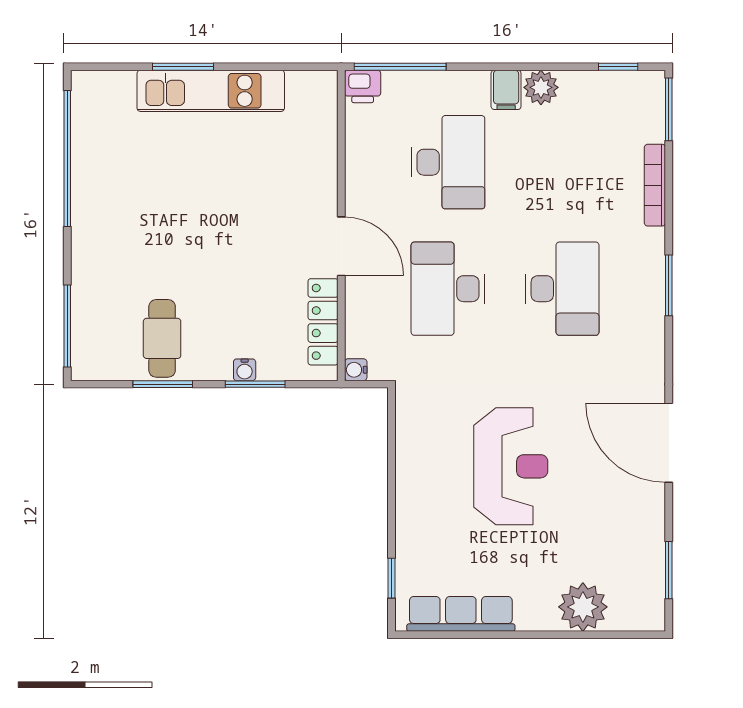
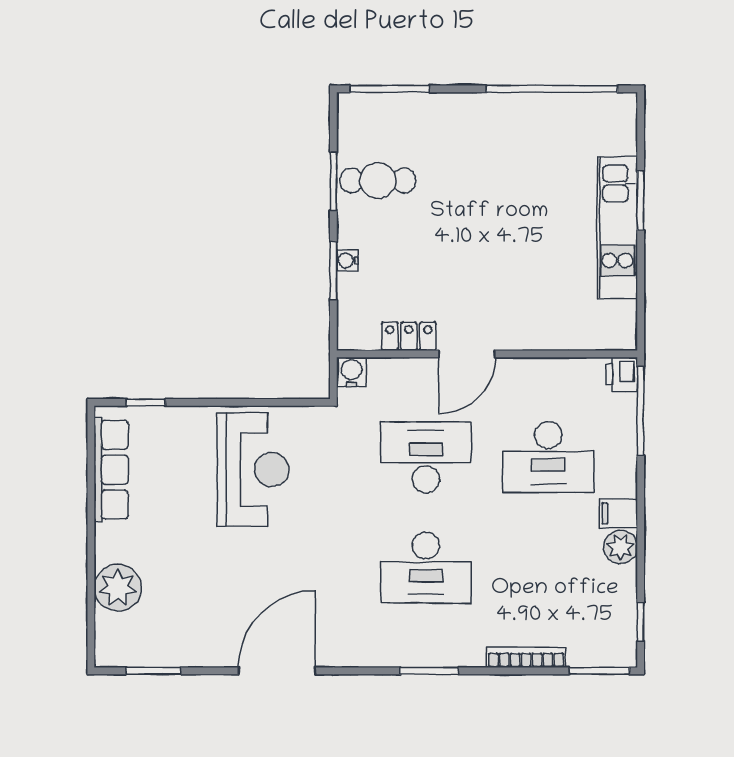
locker: (323, 322) -> (409, 336), width x0.66
water cooler: (356, 370) -> (352, 372), width x1.38, depth x1.38
reception desk: (511, 466) -> (253, 470), moved, turned -90

